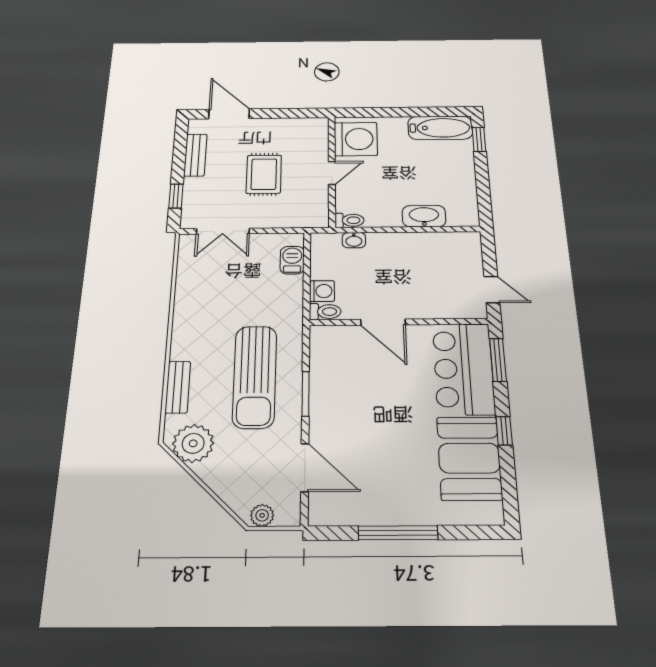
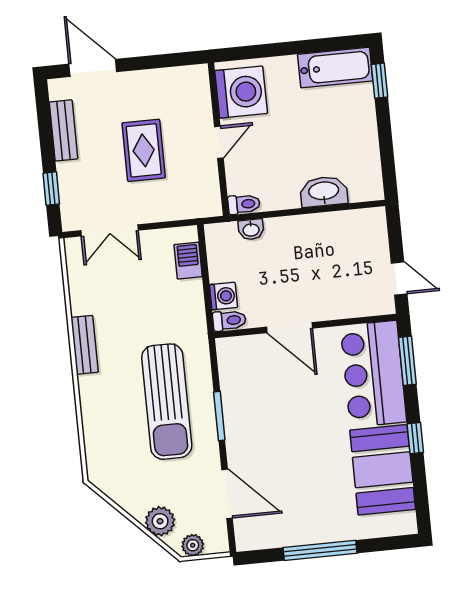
bench: (178, 387) -> (85, 345), moved
plant: (193, 443) -> (160, 521), moved, width x0.73, depth x0.73

